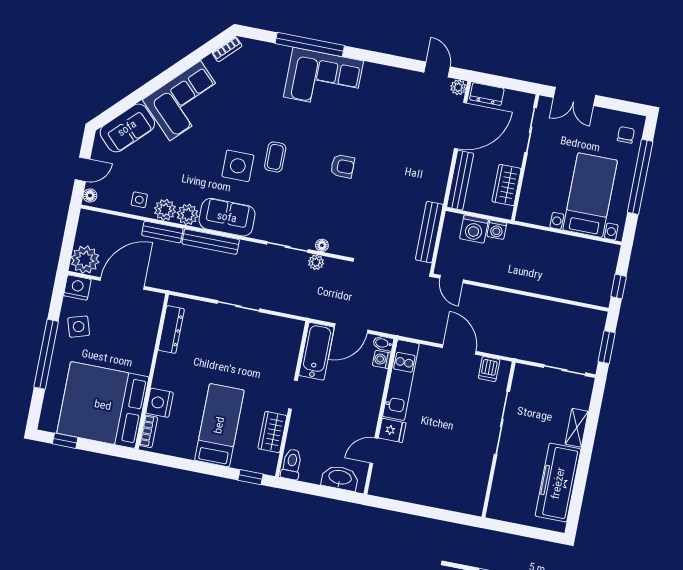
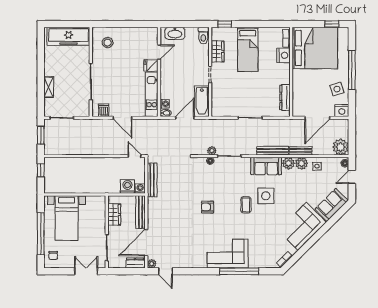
washing machine: (497, 230) -> (140, 189), moved
plant: (85, 260) -> (341, 147), moved
freezer: (558, 483) -> (69, 36), moved, turned 90
stool: (460, 485) -> (108, 43), added

